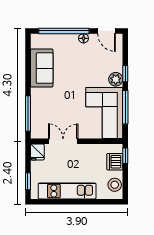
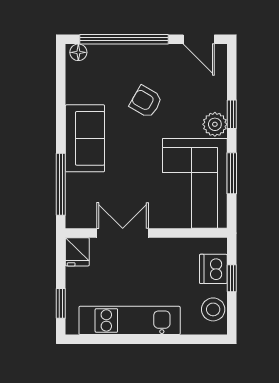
floor lamp: (84, 38) -> (78, 52), moved
armchair: (76, 66) -> (146, 102), added
sofa: (42, 68) -> (85, 138), moved
window: (125, 107) -> (232, 173), width x0.69
window: (125, 156) -> (232, 278), moved

